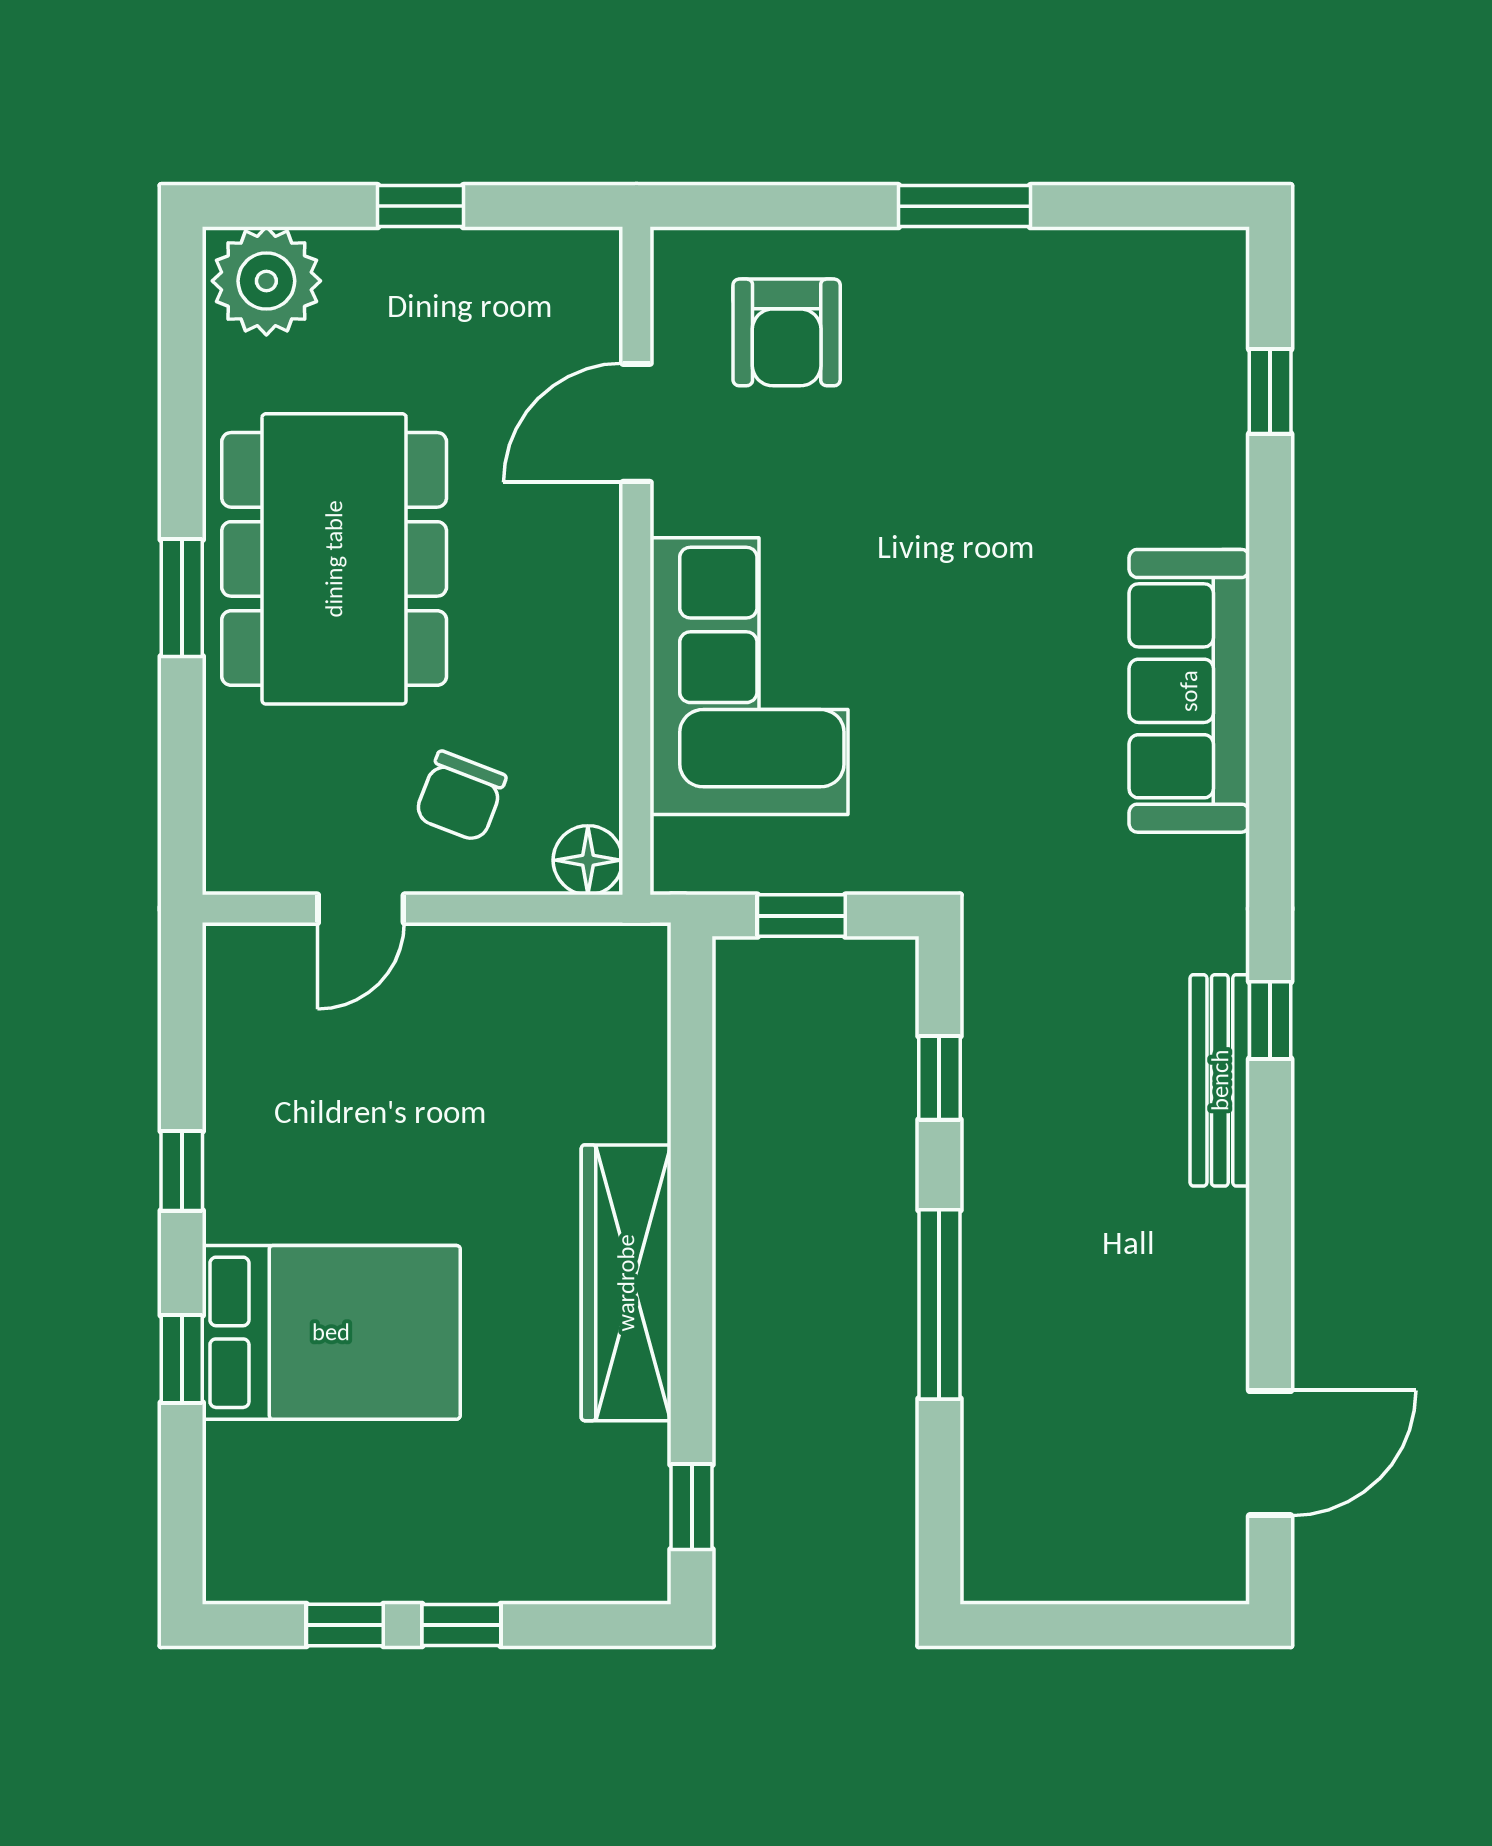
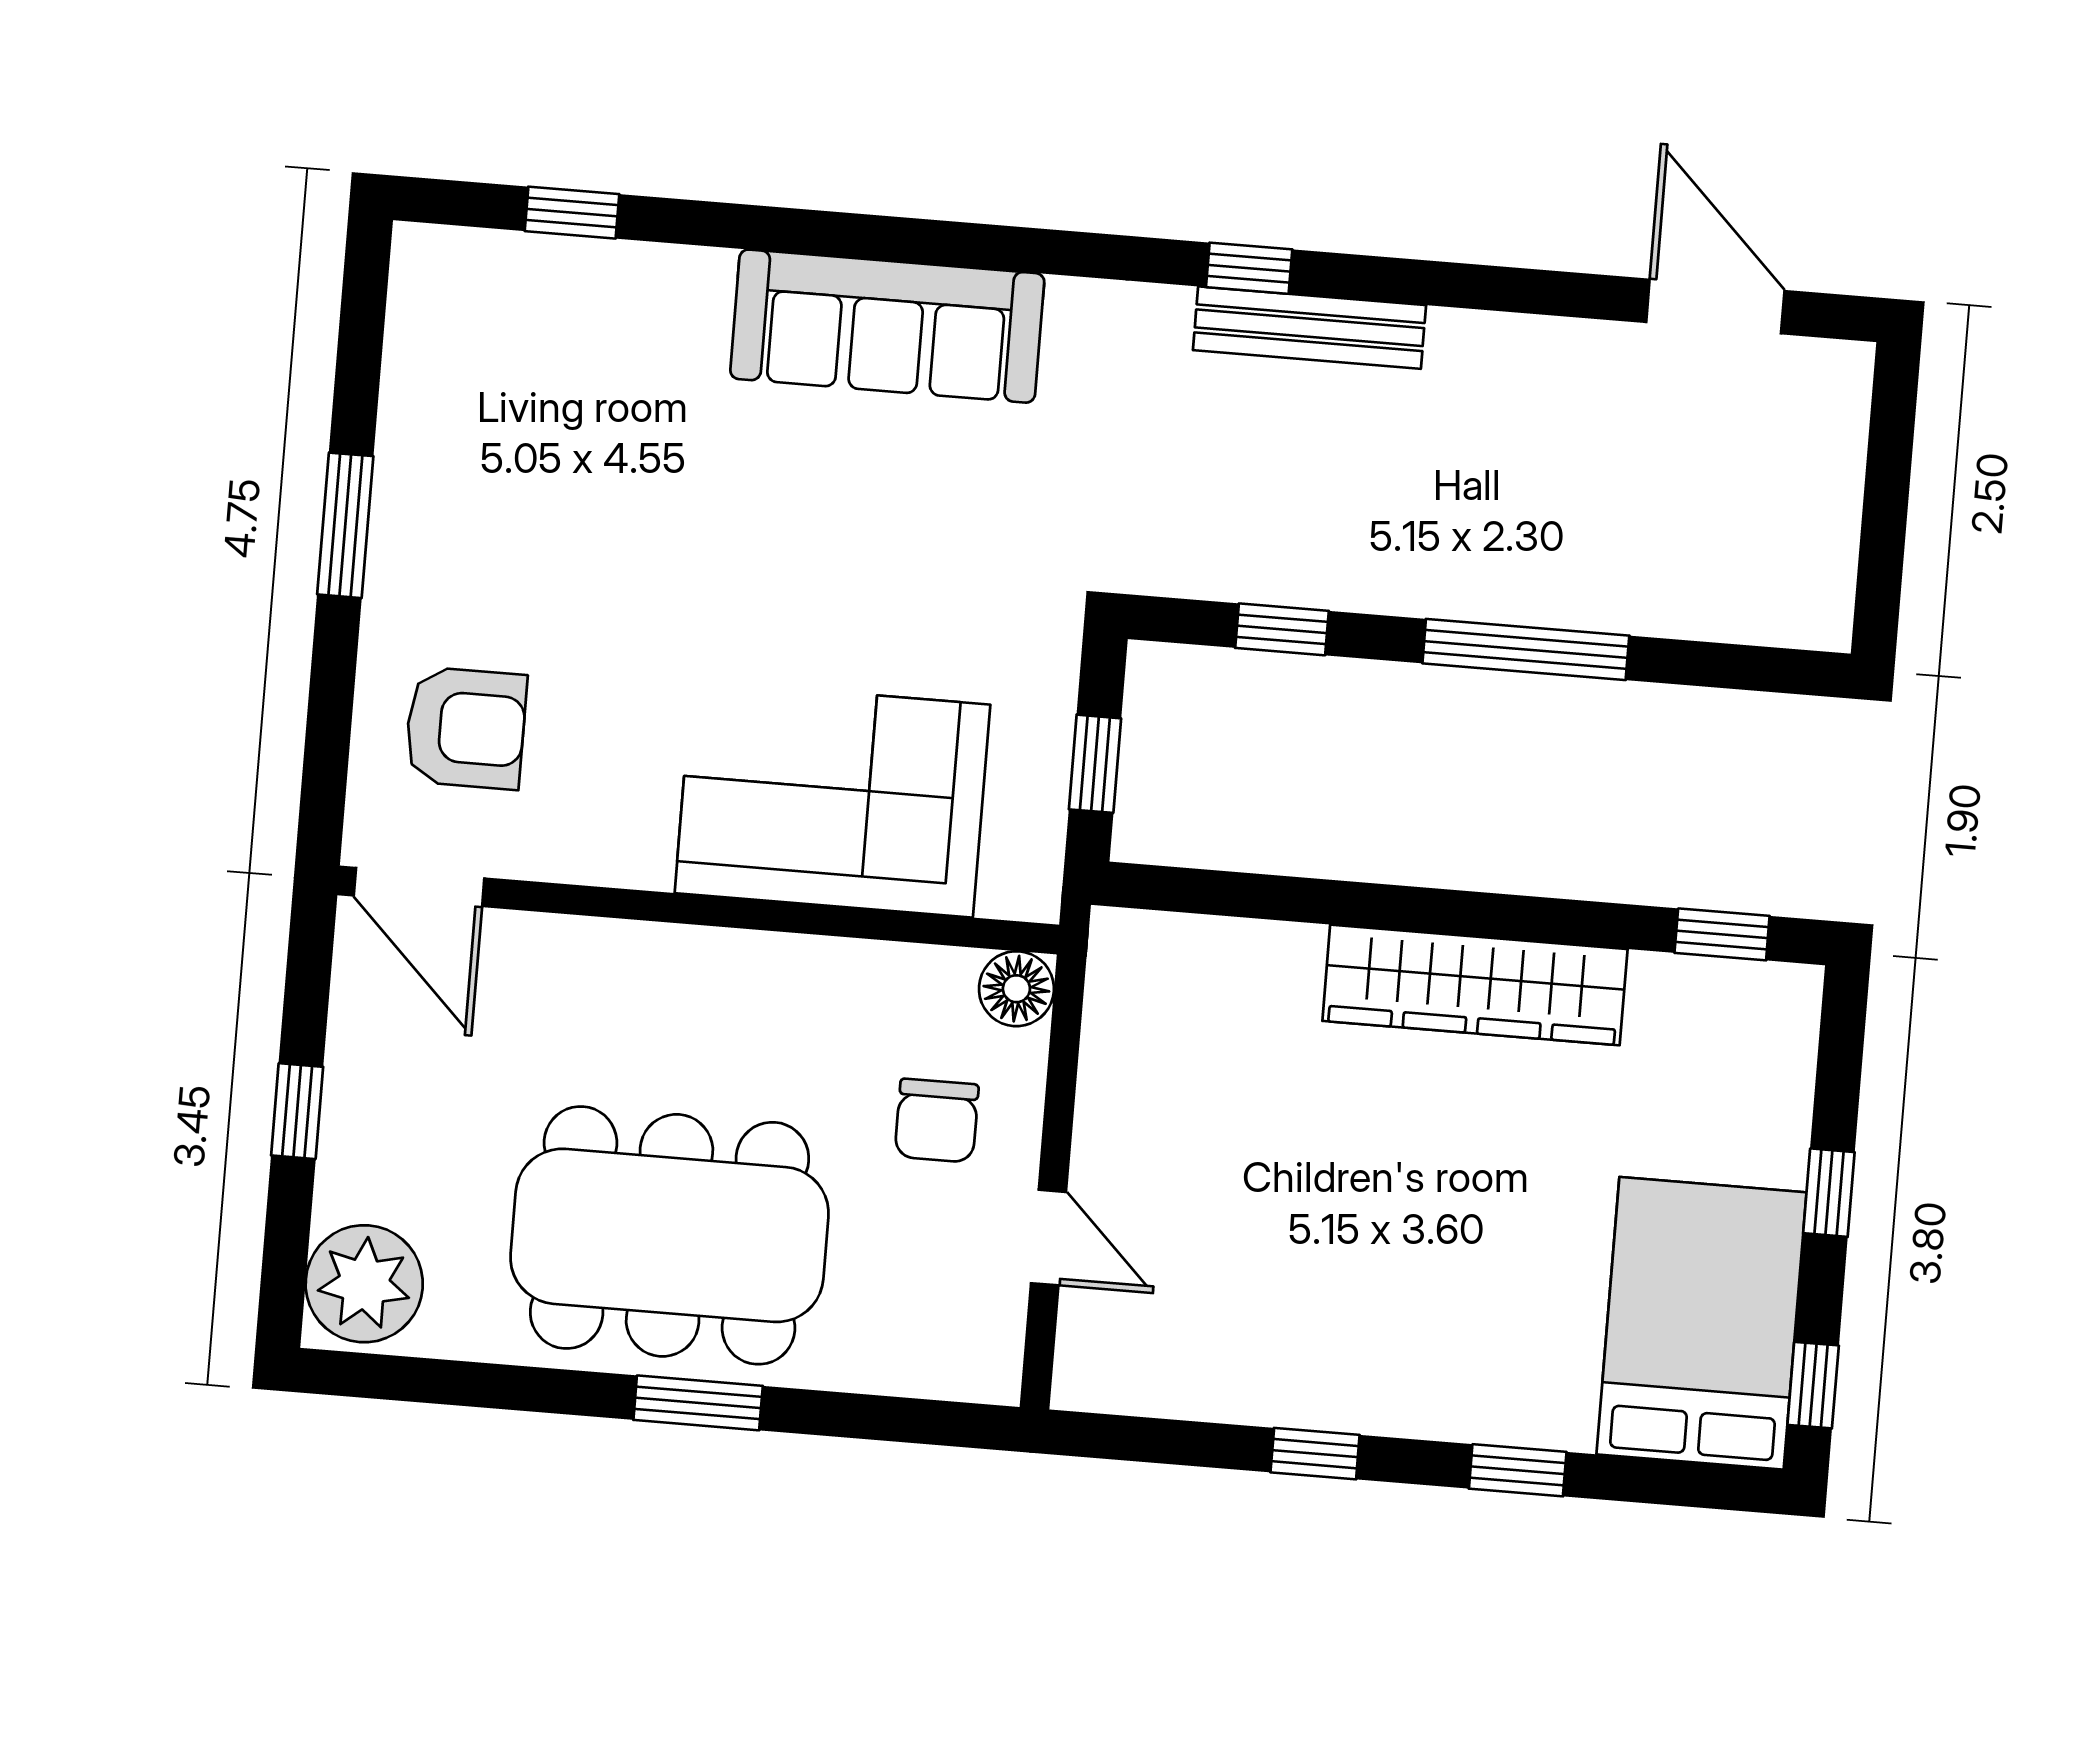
door: (636, 423) -> (419, 887), moved
chair: (460, 797) -> (937, 1121), turned 69
bed: (331, 1332) -> (1702, 1323), moved
window: (345, 1625) -> (1813, 1385), moved

